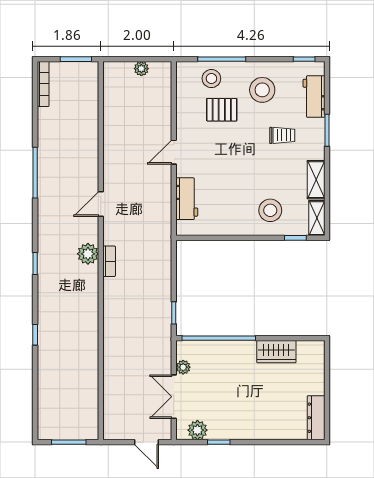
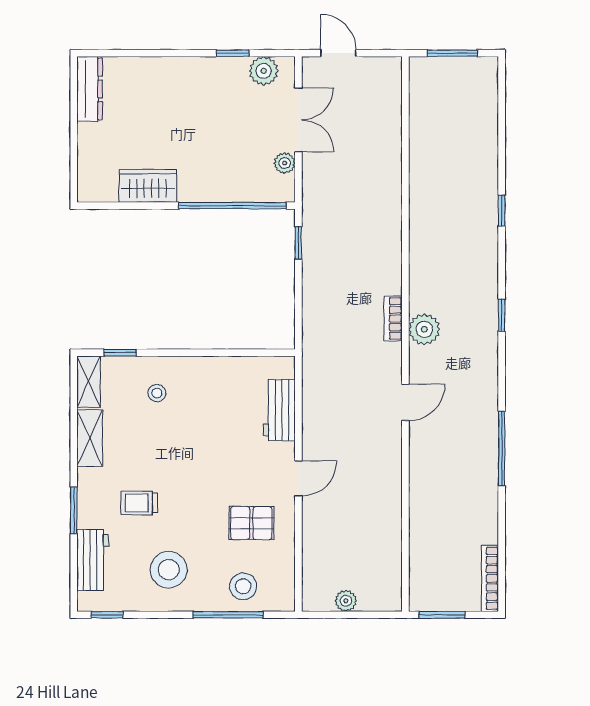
pallet: (222, 110) -> (251, 523), moved
stool: (270, 210) -> (157, 393), width x0.53, depth x0.53

